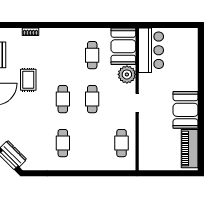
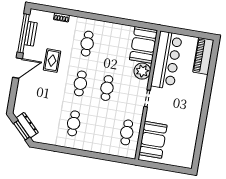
bar counter: (151, 50) -> (167, 60), width x1.36
cafe table: (92, 55) -> (87, 44), moved
booth: (186, 110) -> (153, 140), moved
piano: (190, 149) -> (203, 56), moved

